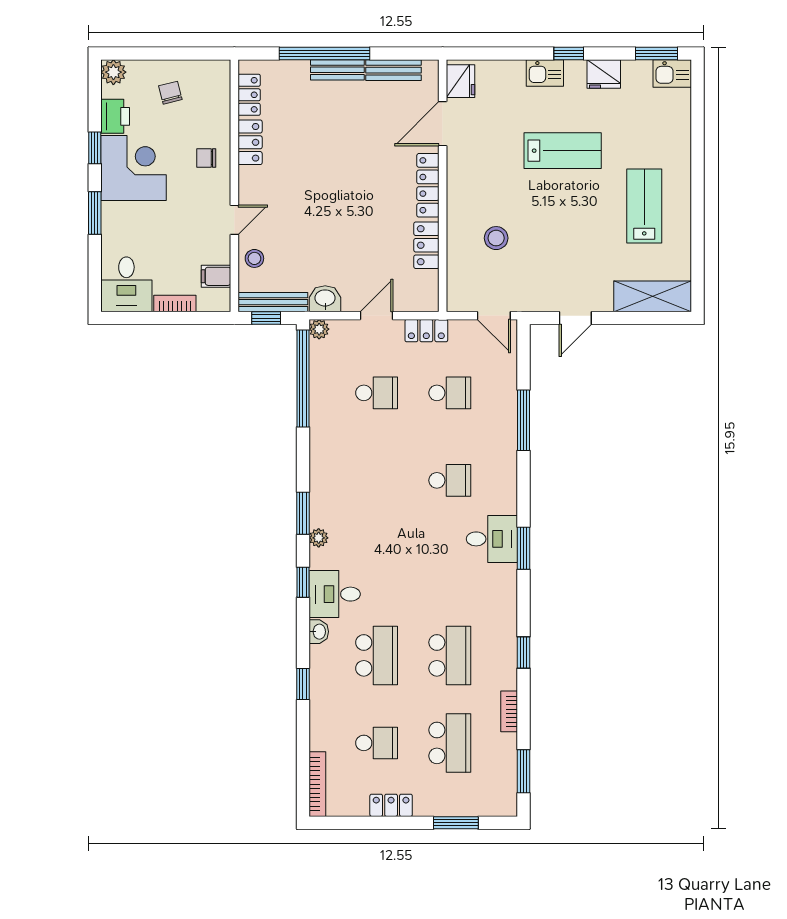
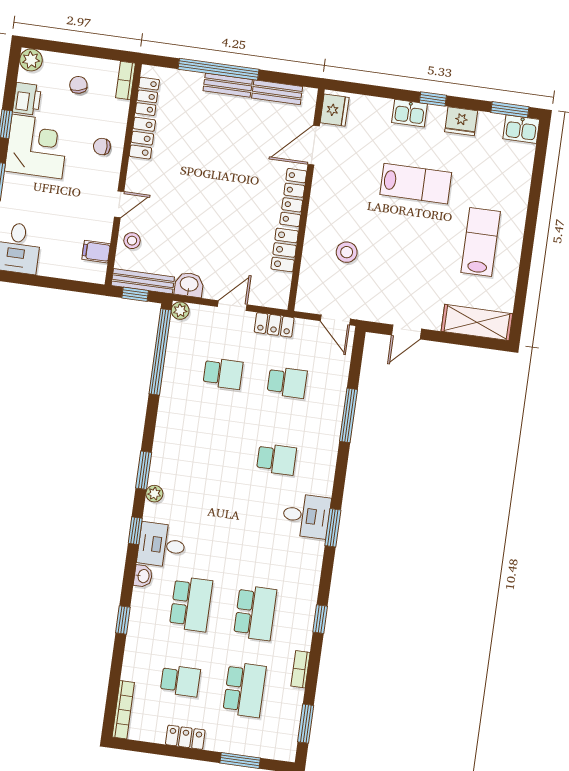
bookcase: (175, 304) -> (126, 81), moved, turned -90

